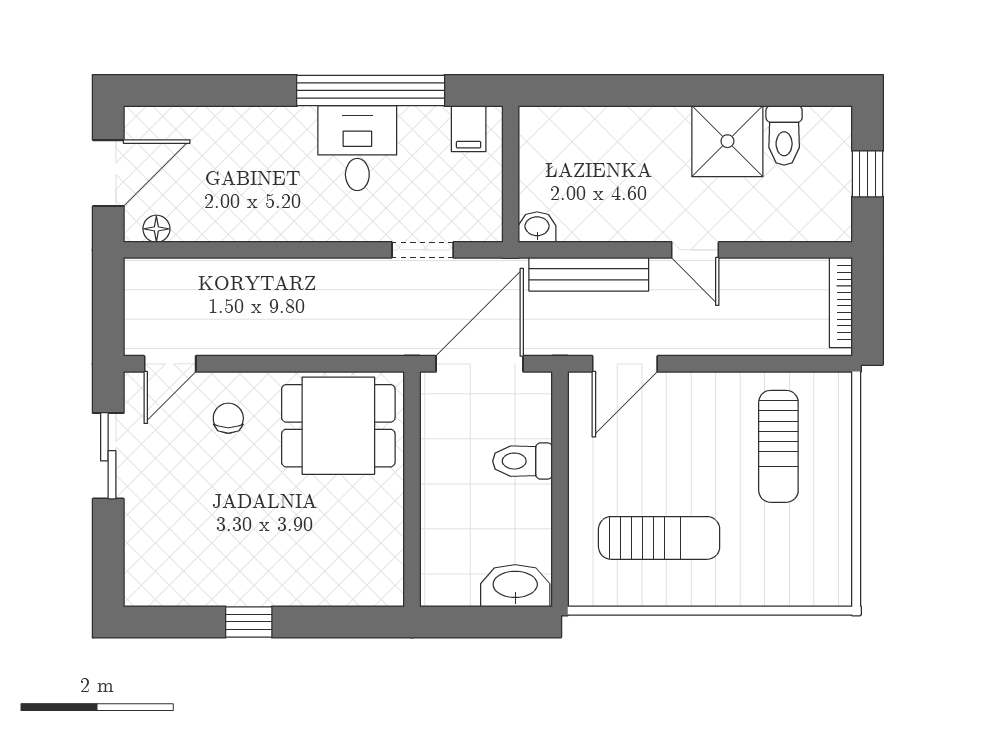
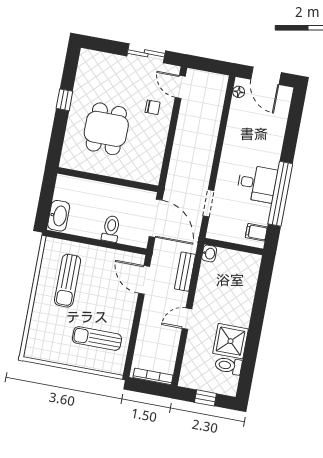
bench: (589, 274) -> (185, 272), width x0.73
dining table: (338, 426) -> (106, 129), moved

